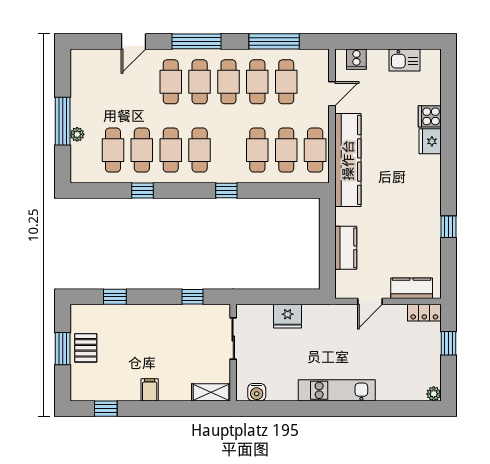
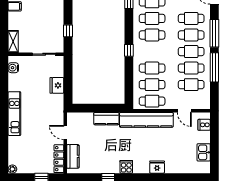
window: (274, 41) -> (214, 67), moved
cooker: (430, 116) -> (126, 167), moved
kitchen counter: (346, 248) -> (106, 119), moved
locker: (424, 313) -> (59, 159), width x1.53

